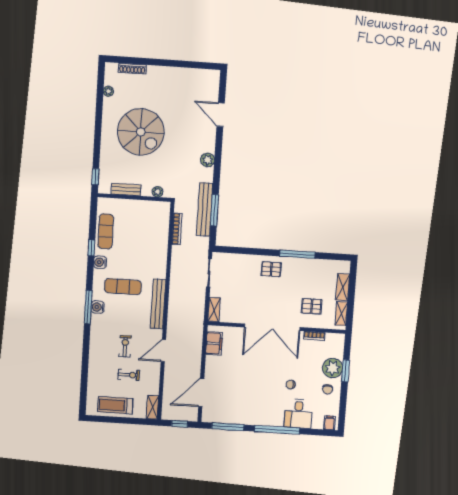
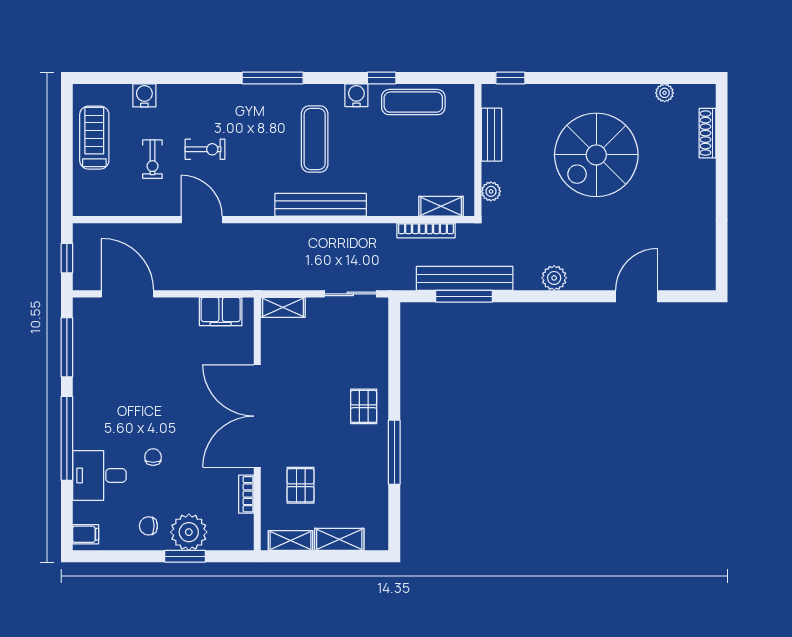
bench: (158, 304) -> (321, 205), moved
water cooler: (98, 307) -> (144, 95), moved
shelving: (153, 407) -> (441, 206), moved

